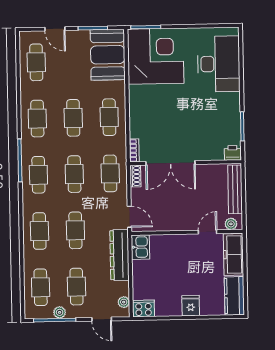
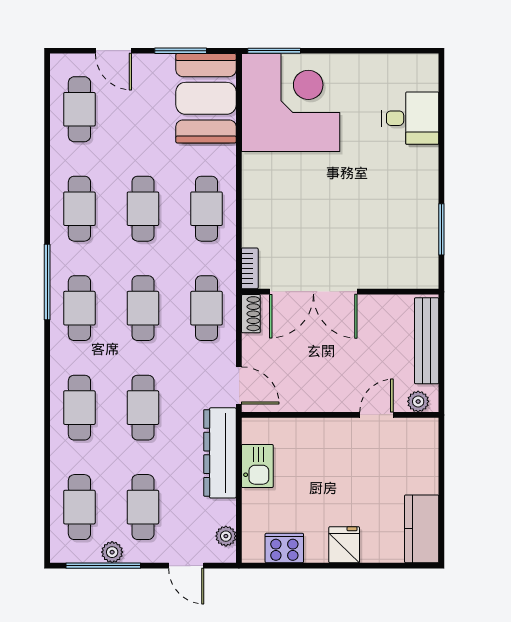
desk: (219, 64) -> (410, 118), width x0.53, depth x0.77
printer: (232, 153) -> (423, 276), removed
kitchen sink: (140, 247) -> (257, 466), moved
freezer: (233, 254) -> (422, 456), removed
cooker: (144, 308) -> (284, 548), moved

